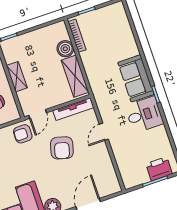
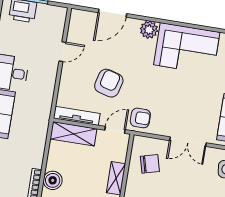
shelving: (75, 76) -> (73, 134), moved, turned 90
door: (104, 132) -> (62, 52), moved

